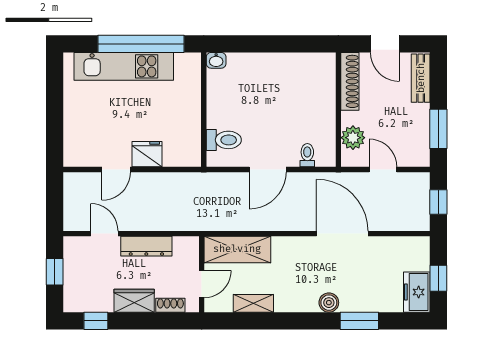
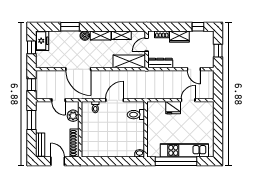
dresser: (146, 246) -> (160, 63), moved
shelving: (296, 303) -> (101, 35), added

